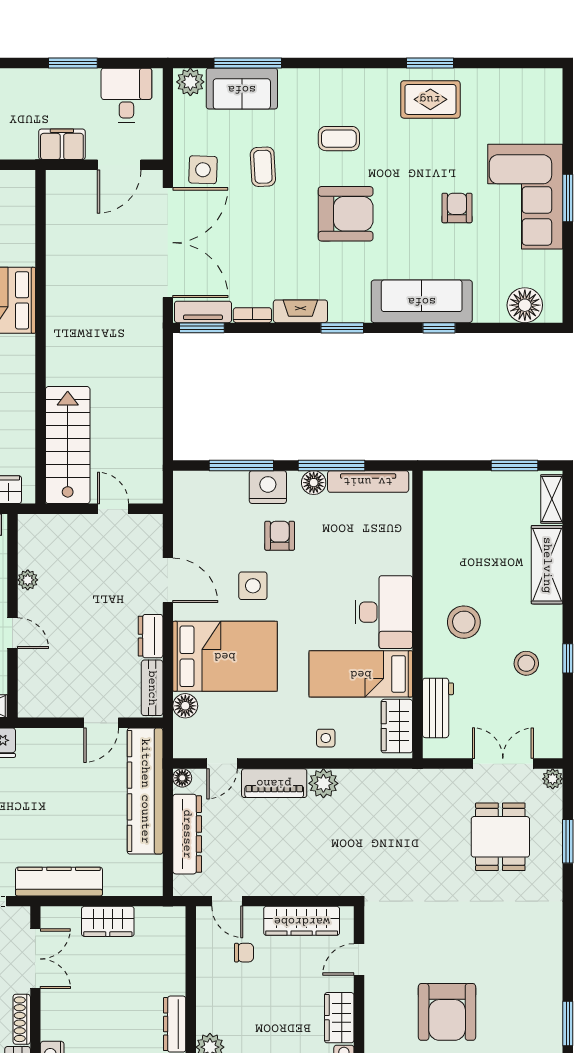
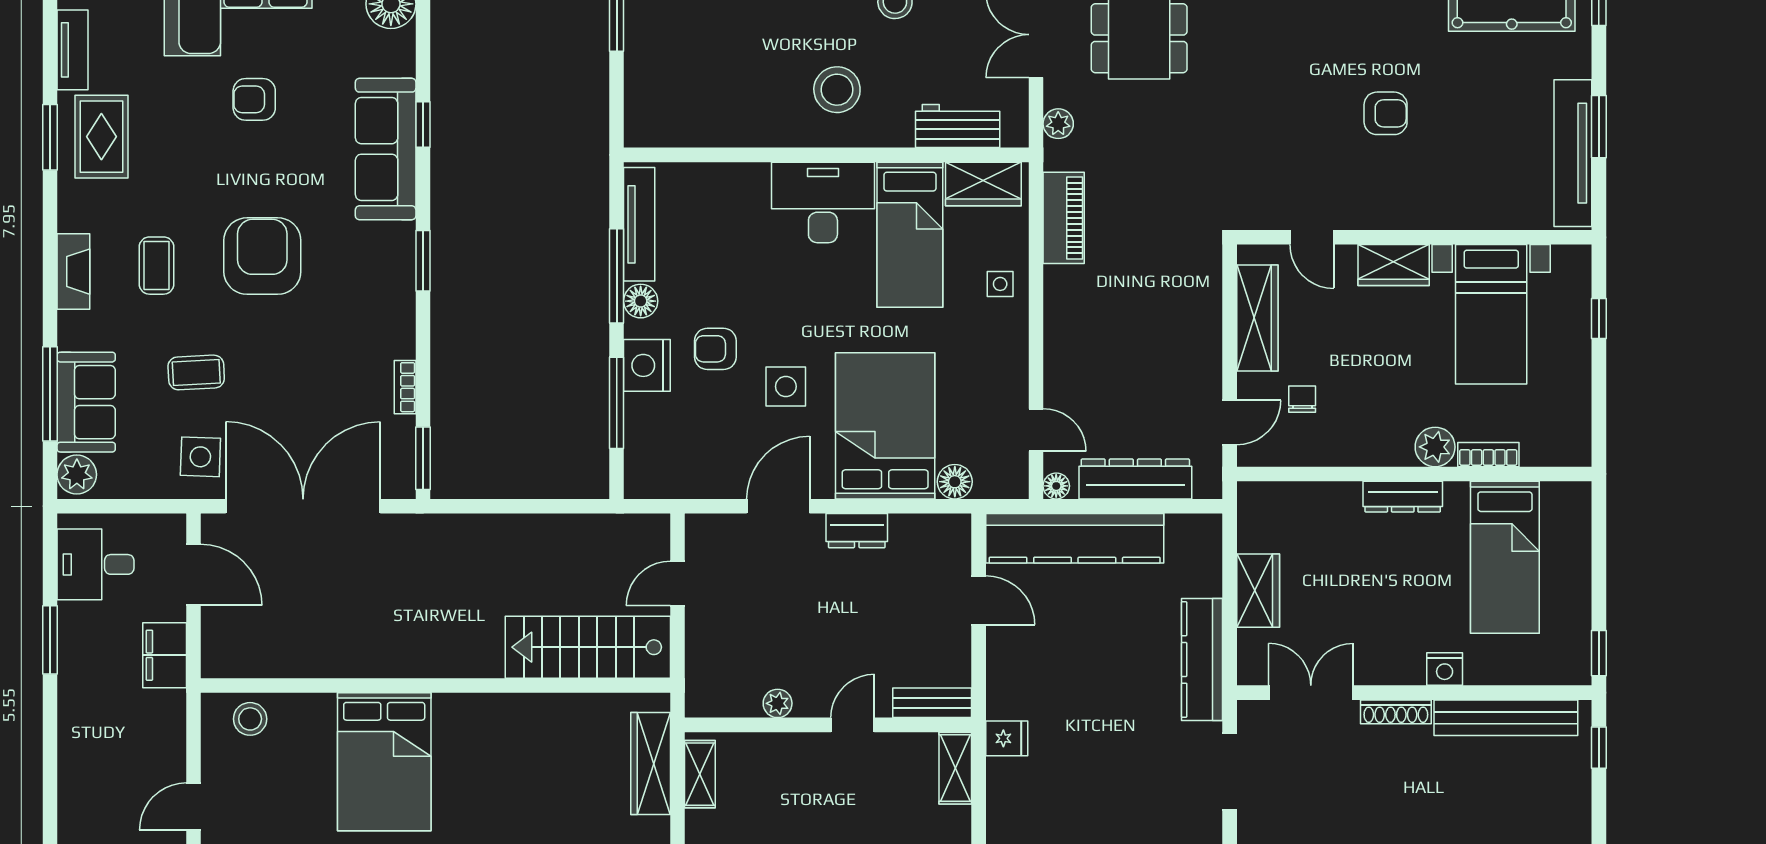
stool: (17, 205) -> (250, 719), added
fireplace: (300, 311) -> (73, 272), moved, turned 180
tv unit: (203, 312) -> (73, 50), moved, turned 180
bench: (152, 688) -> (932, 703), moved
piano: (274, 783) -> (1064, 218), moved
plant: (323, 783) -> (1058, 124), moved, width x0.73, depth x0.73
armchair: (447, 1012) -> (1386, 113), width x0.53, depth x0.53

